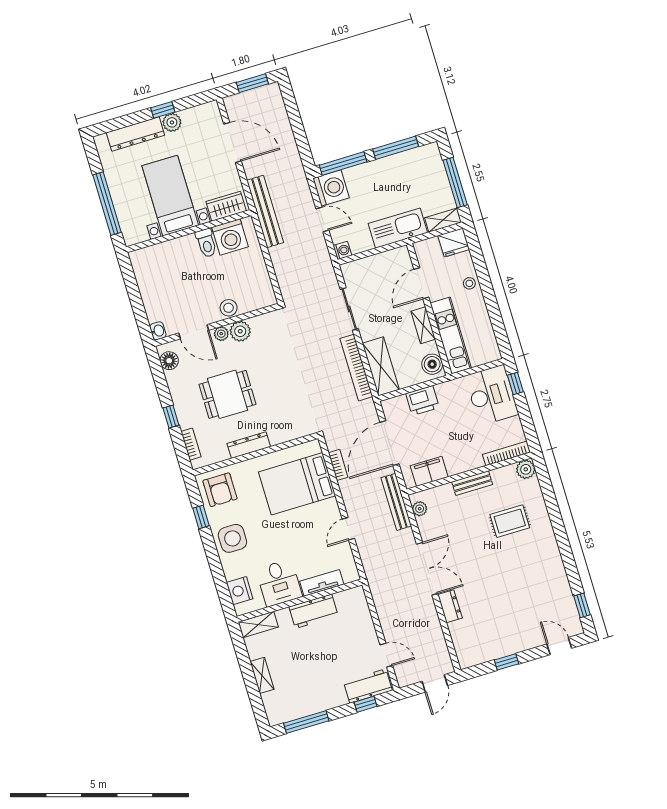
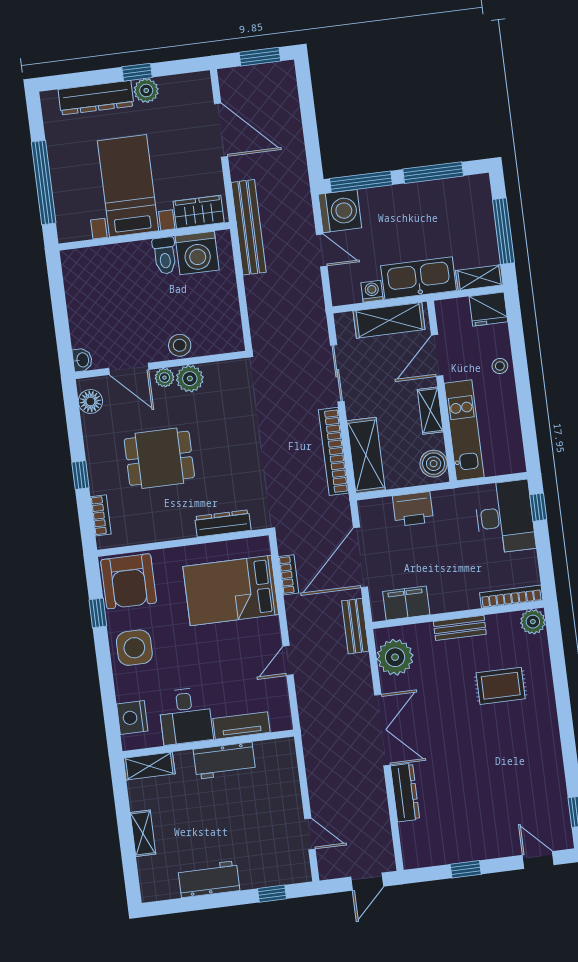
washing machine: (342, 250) -> (372, 291), moved, turned -90
shelving: (381, 263) -> (389, 320), added
dresser: (249, 445) -> (223, 523), moved
armchair: (220, 490) -> (129, 581), width x1.36, depth x1.36
bench: (396, 502) -> (355, 626), width x0.73
plant: (420, 509) -> (395, 657), width x1.87, depth x1.87
dresser: (450, 606) -> (405, 793), width x1.44
workbench: (368, 686) -> (209, 879), moved
window: (306, 722) -> (191, 904), removed

